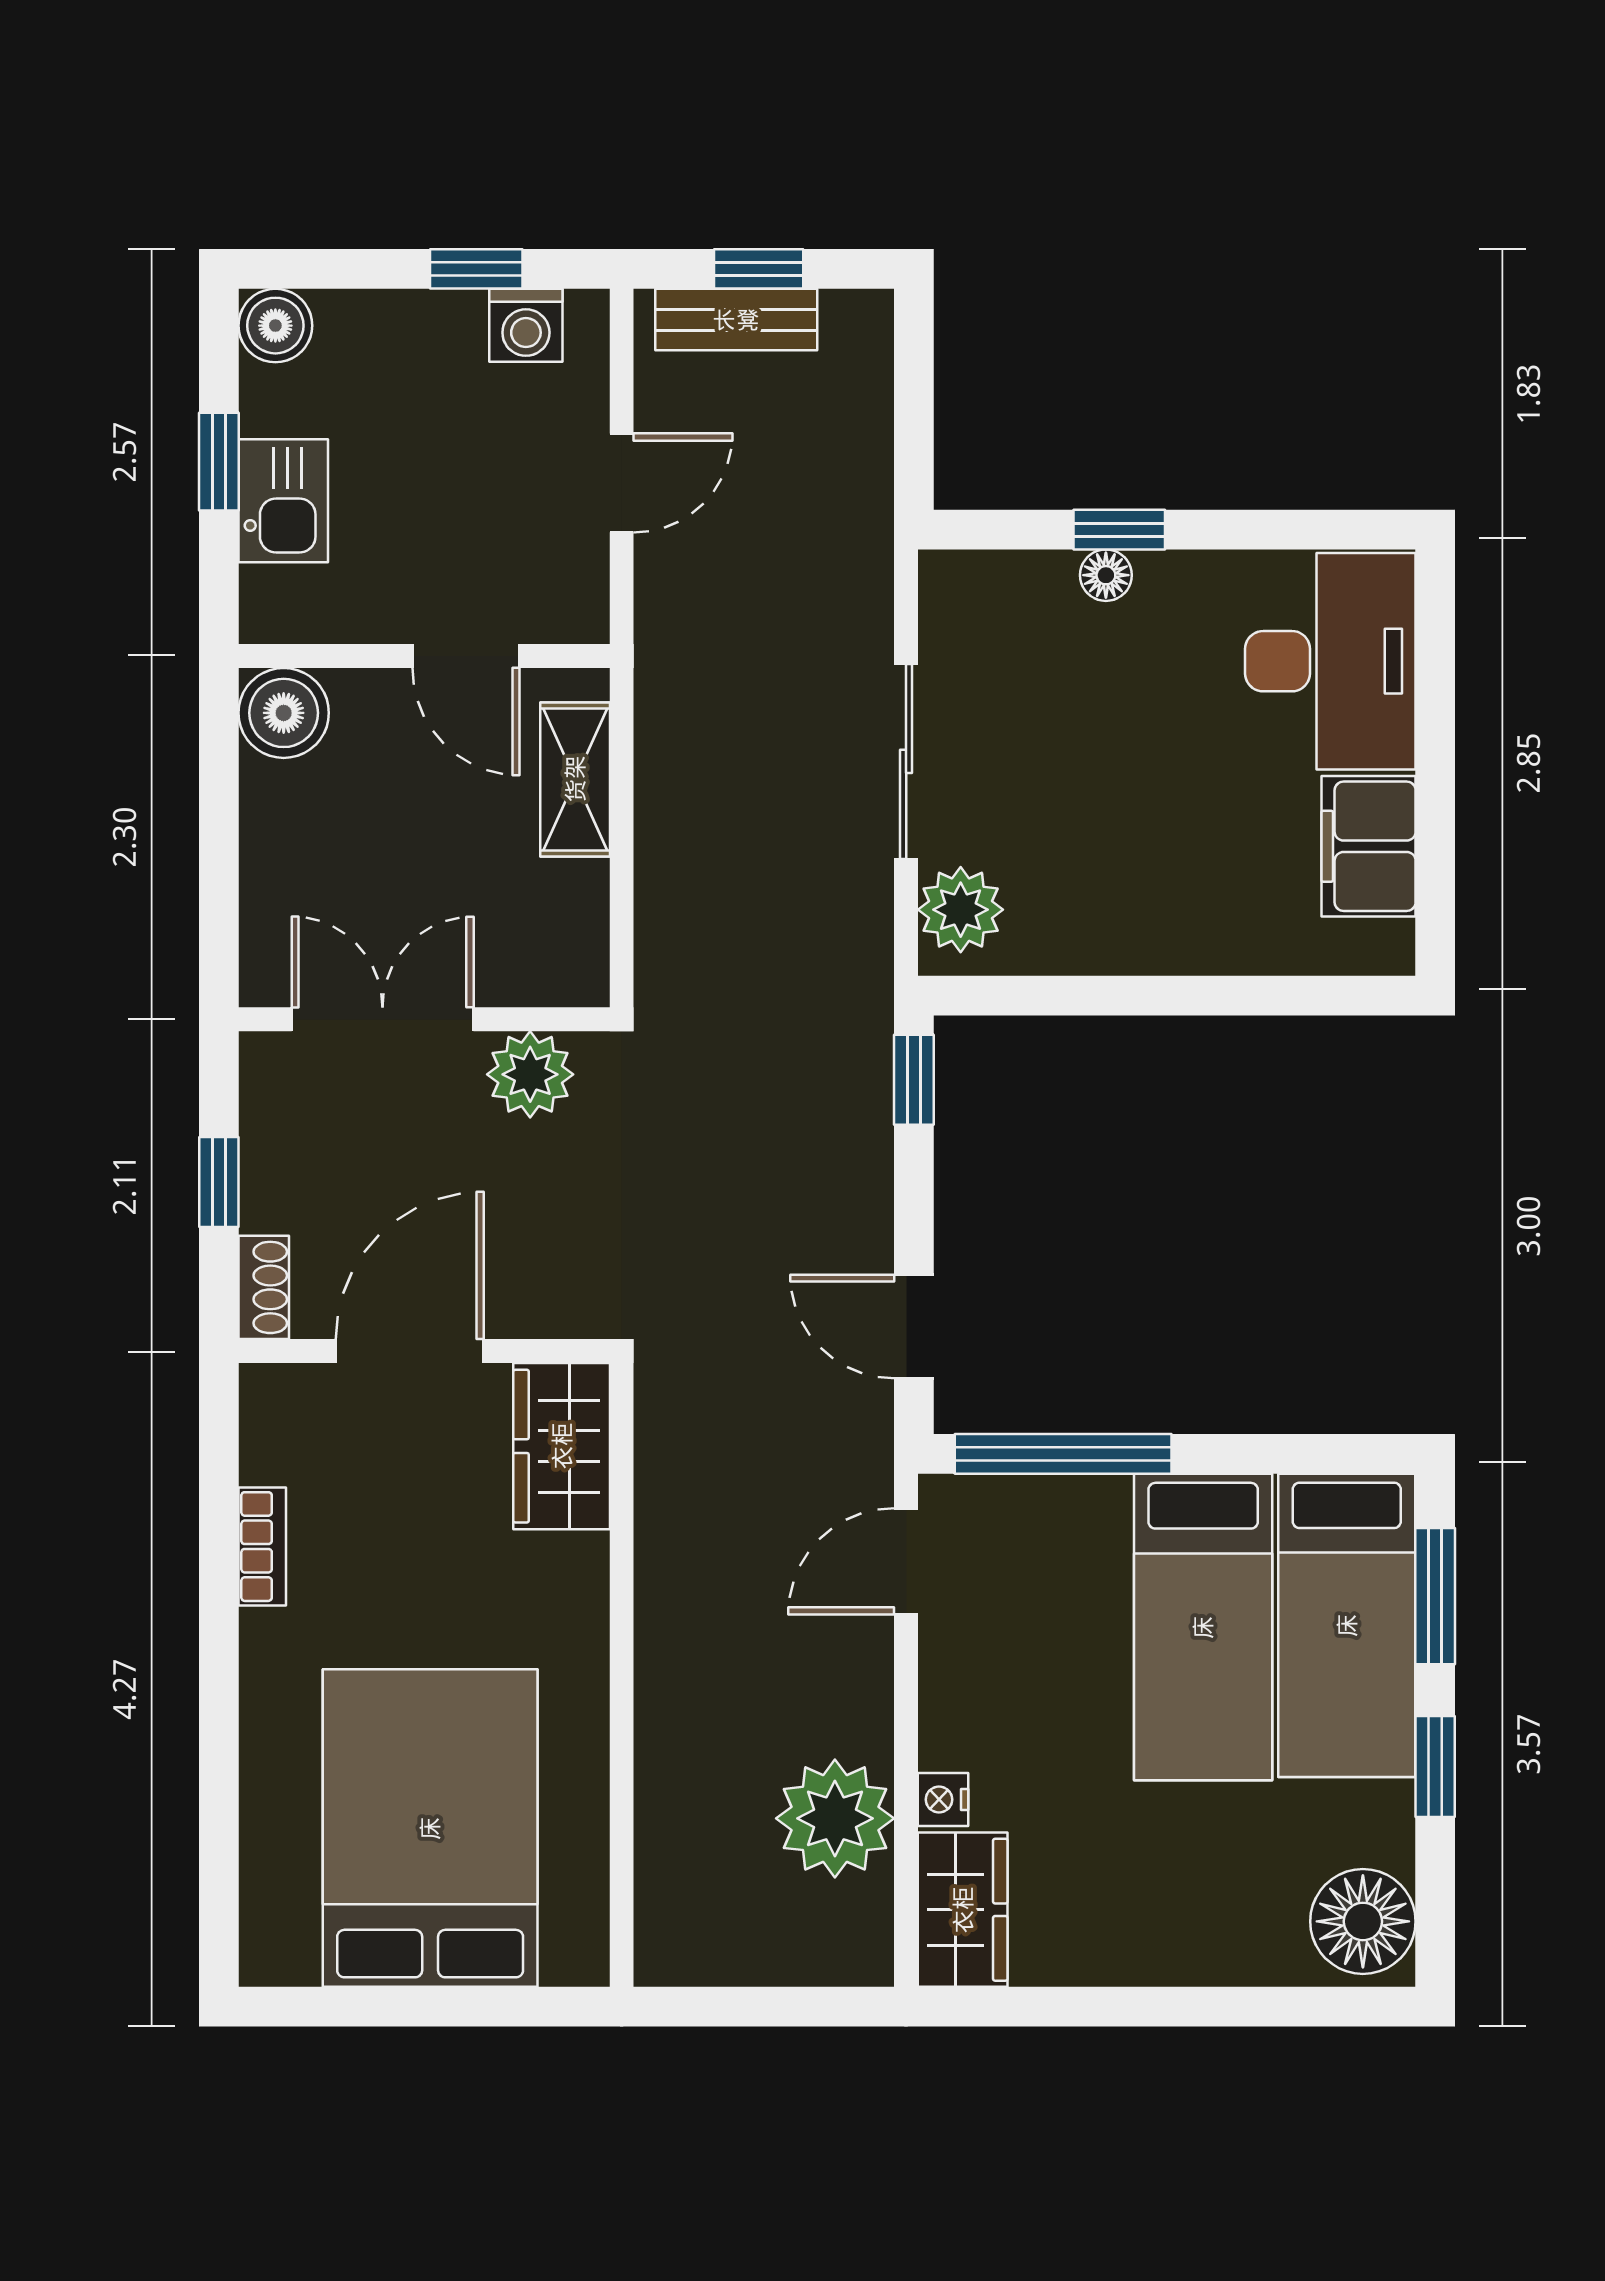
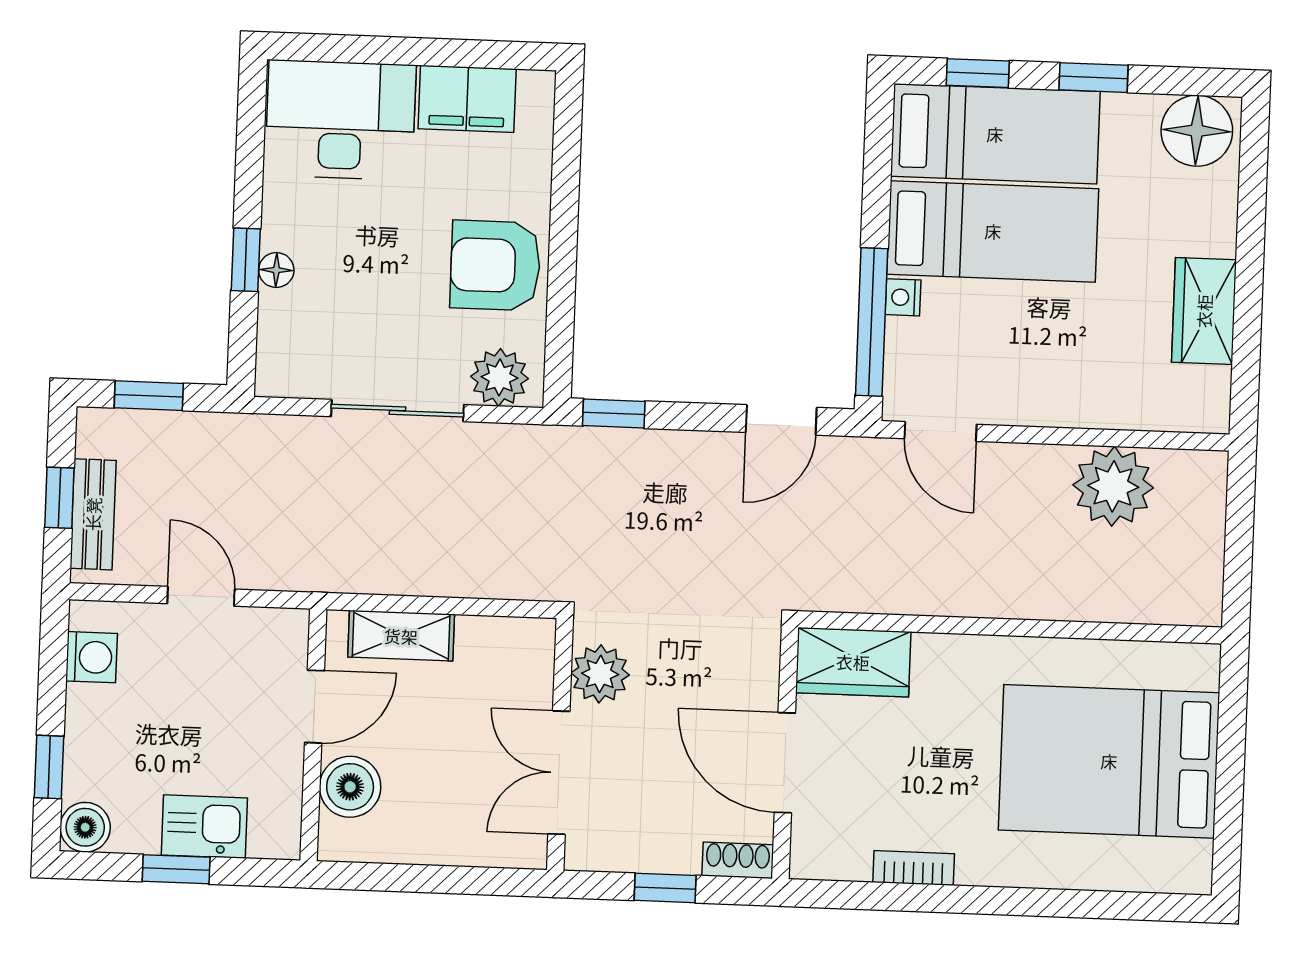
window: (476, 269) -> (49, 767), moved
window: (914, 395) -> (149, 396), added
boiler: (284, 713) -> (350, 787), moved
armchair: (1125, 897) -> (495, 265), added
window: (1435, 1596) -> (978, 73), width x0.67
nightstand: (943, 1800) -> (903, 297), moved, turned 90
wardrobe: (963, 1910) -> (1204, 311), moved, turned -90

